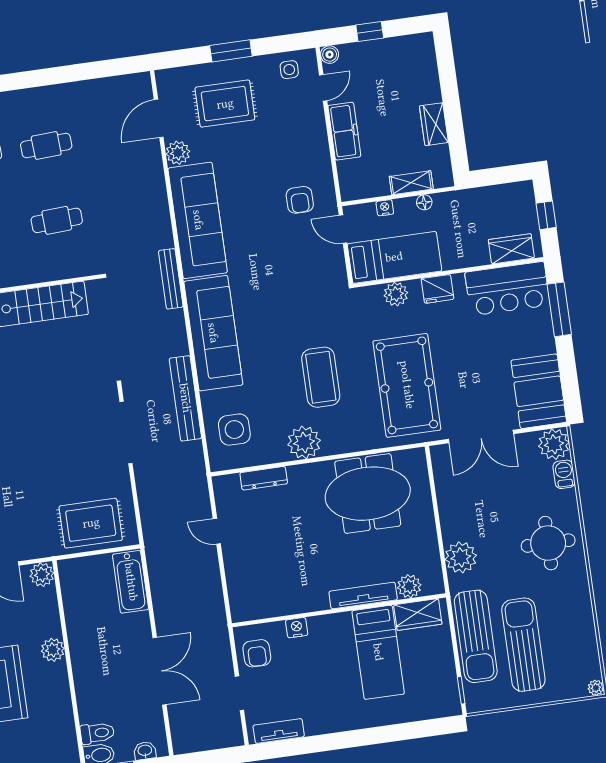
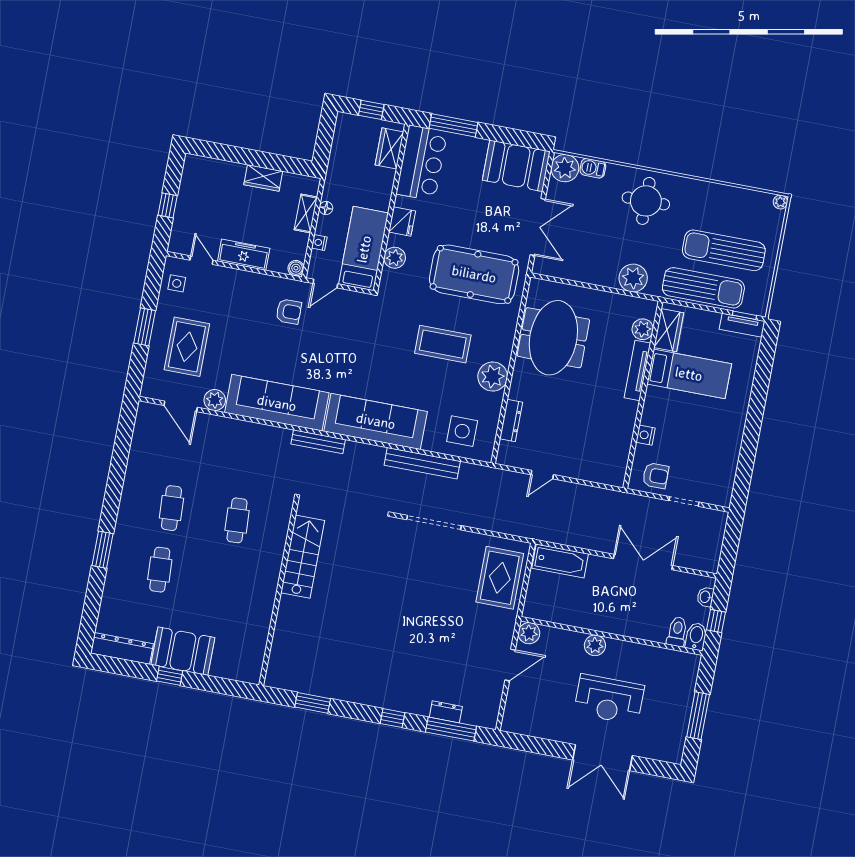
boiler: (330, 55) -> (296, 268), moved
tv unit: (279, 731) -> (742, 325), moved, turned -90

